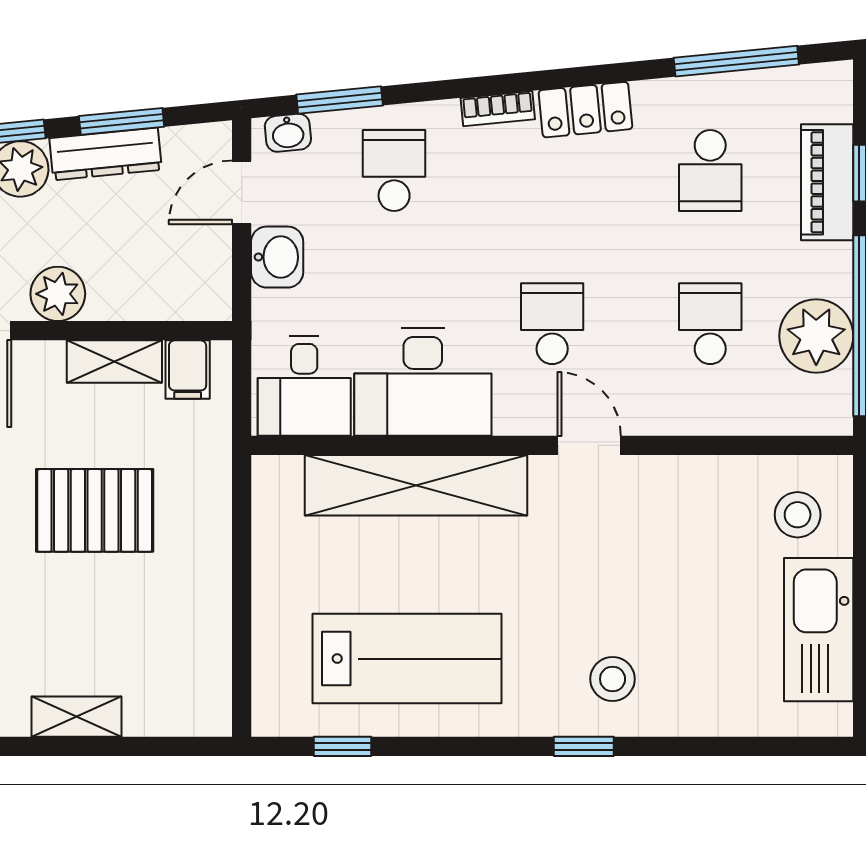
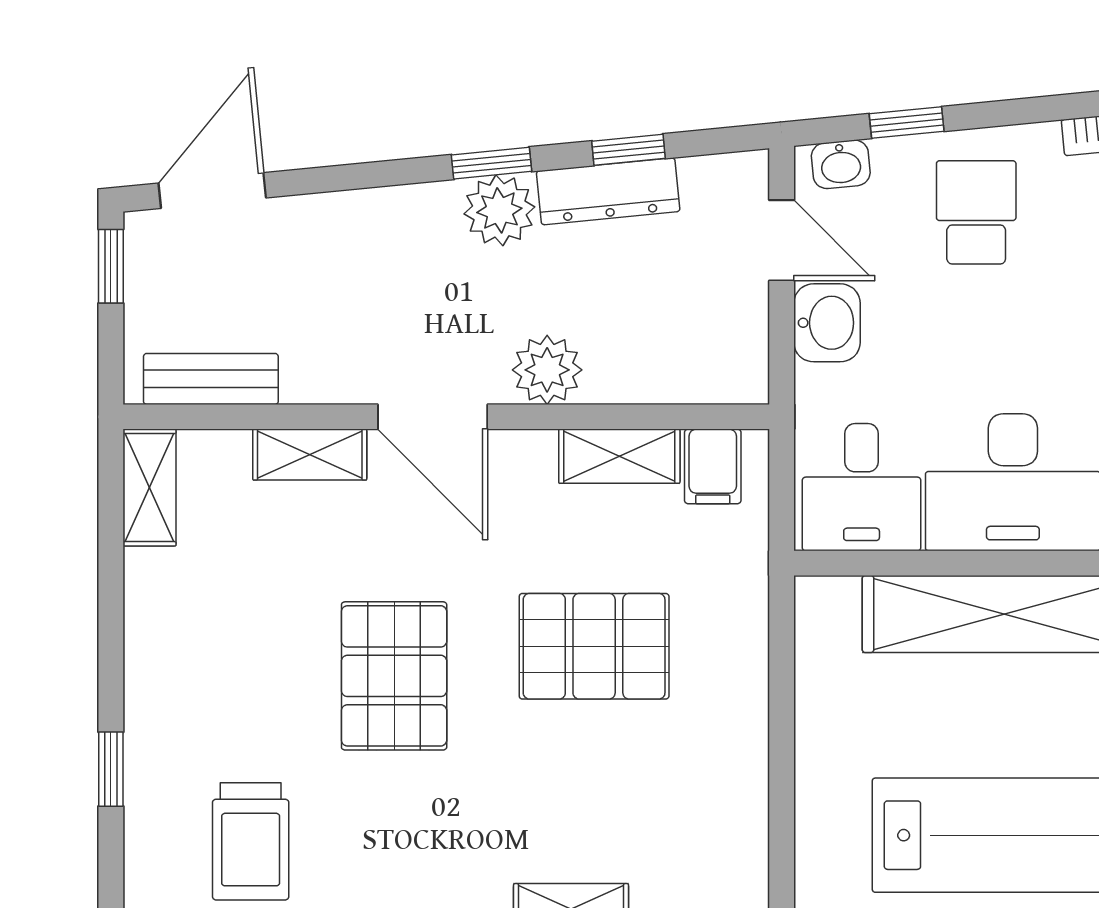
window: (340, 100) -> (907, 122), width x0.67
window: (122, 121) -> (629, 150), width x0.67
door: (242, 192) -> (782, 240), swing flipped

